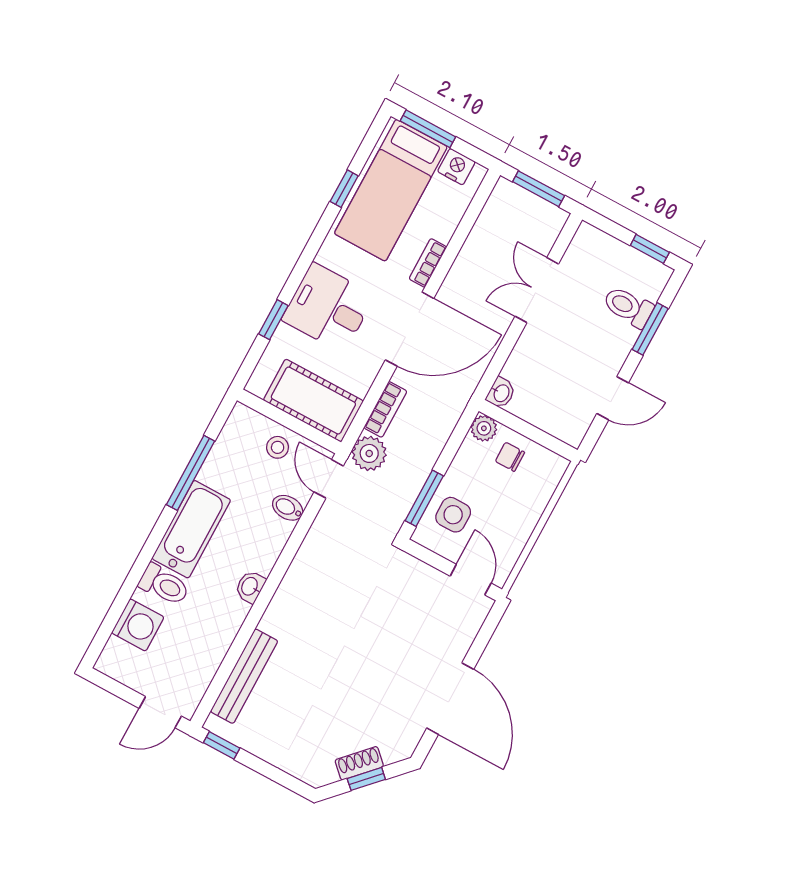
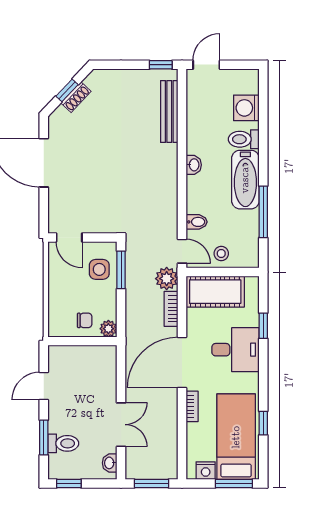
washbasin: (501, 393) -> (110, 463), moved

